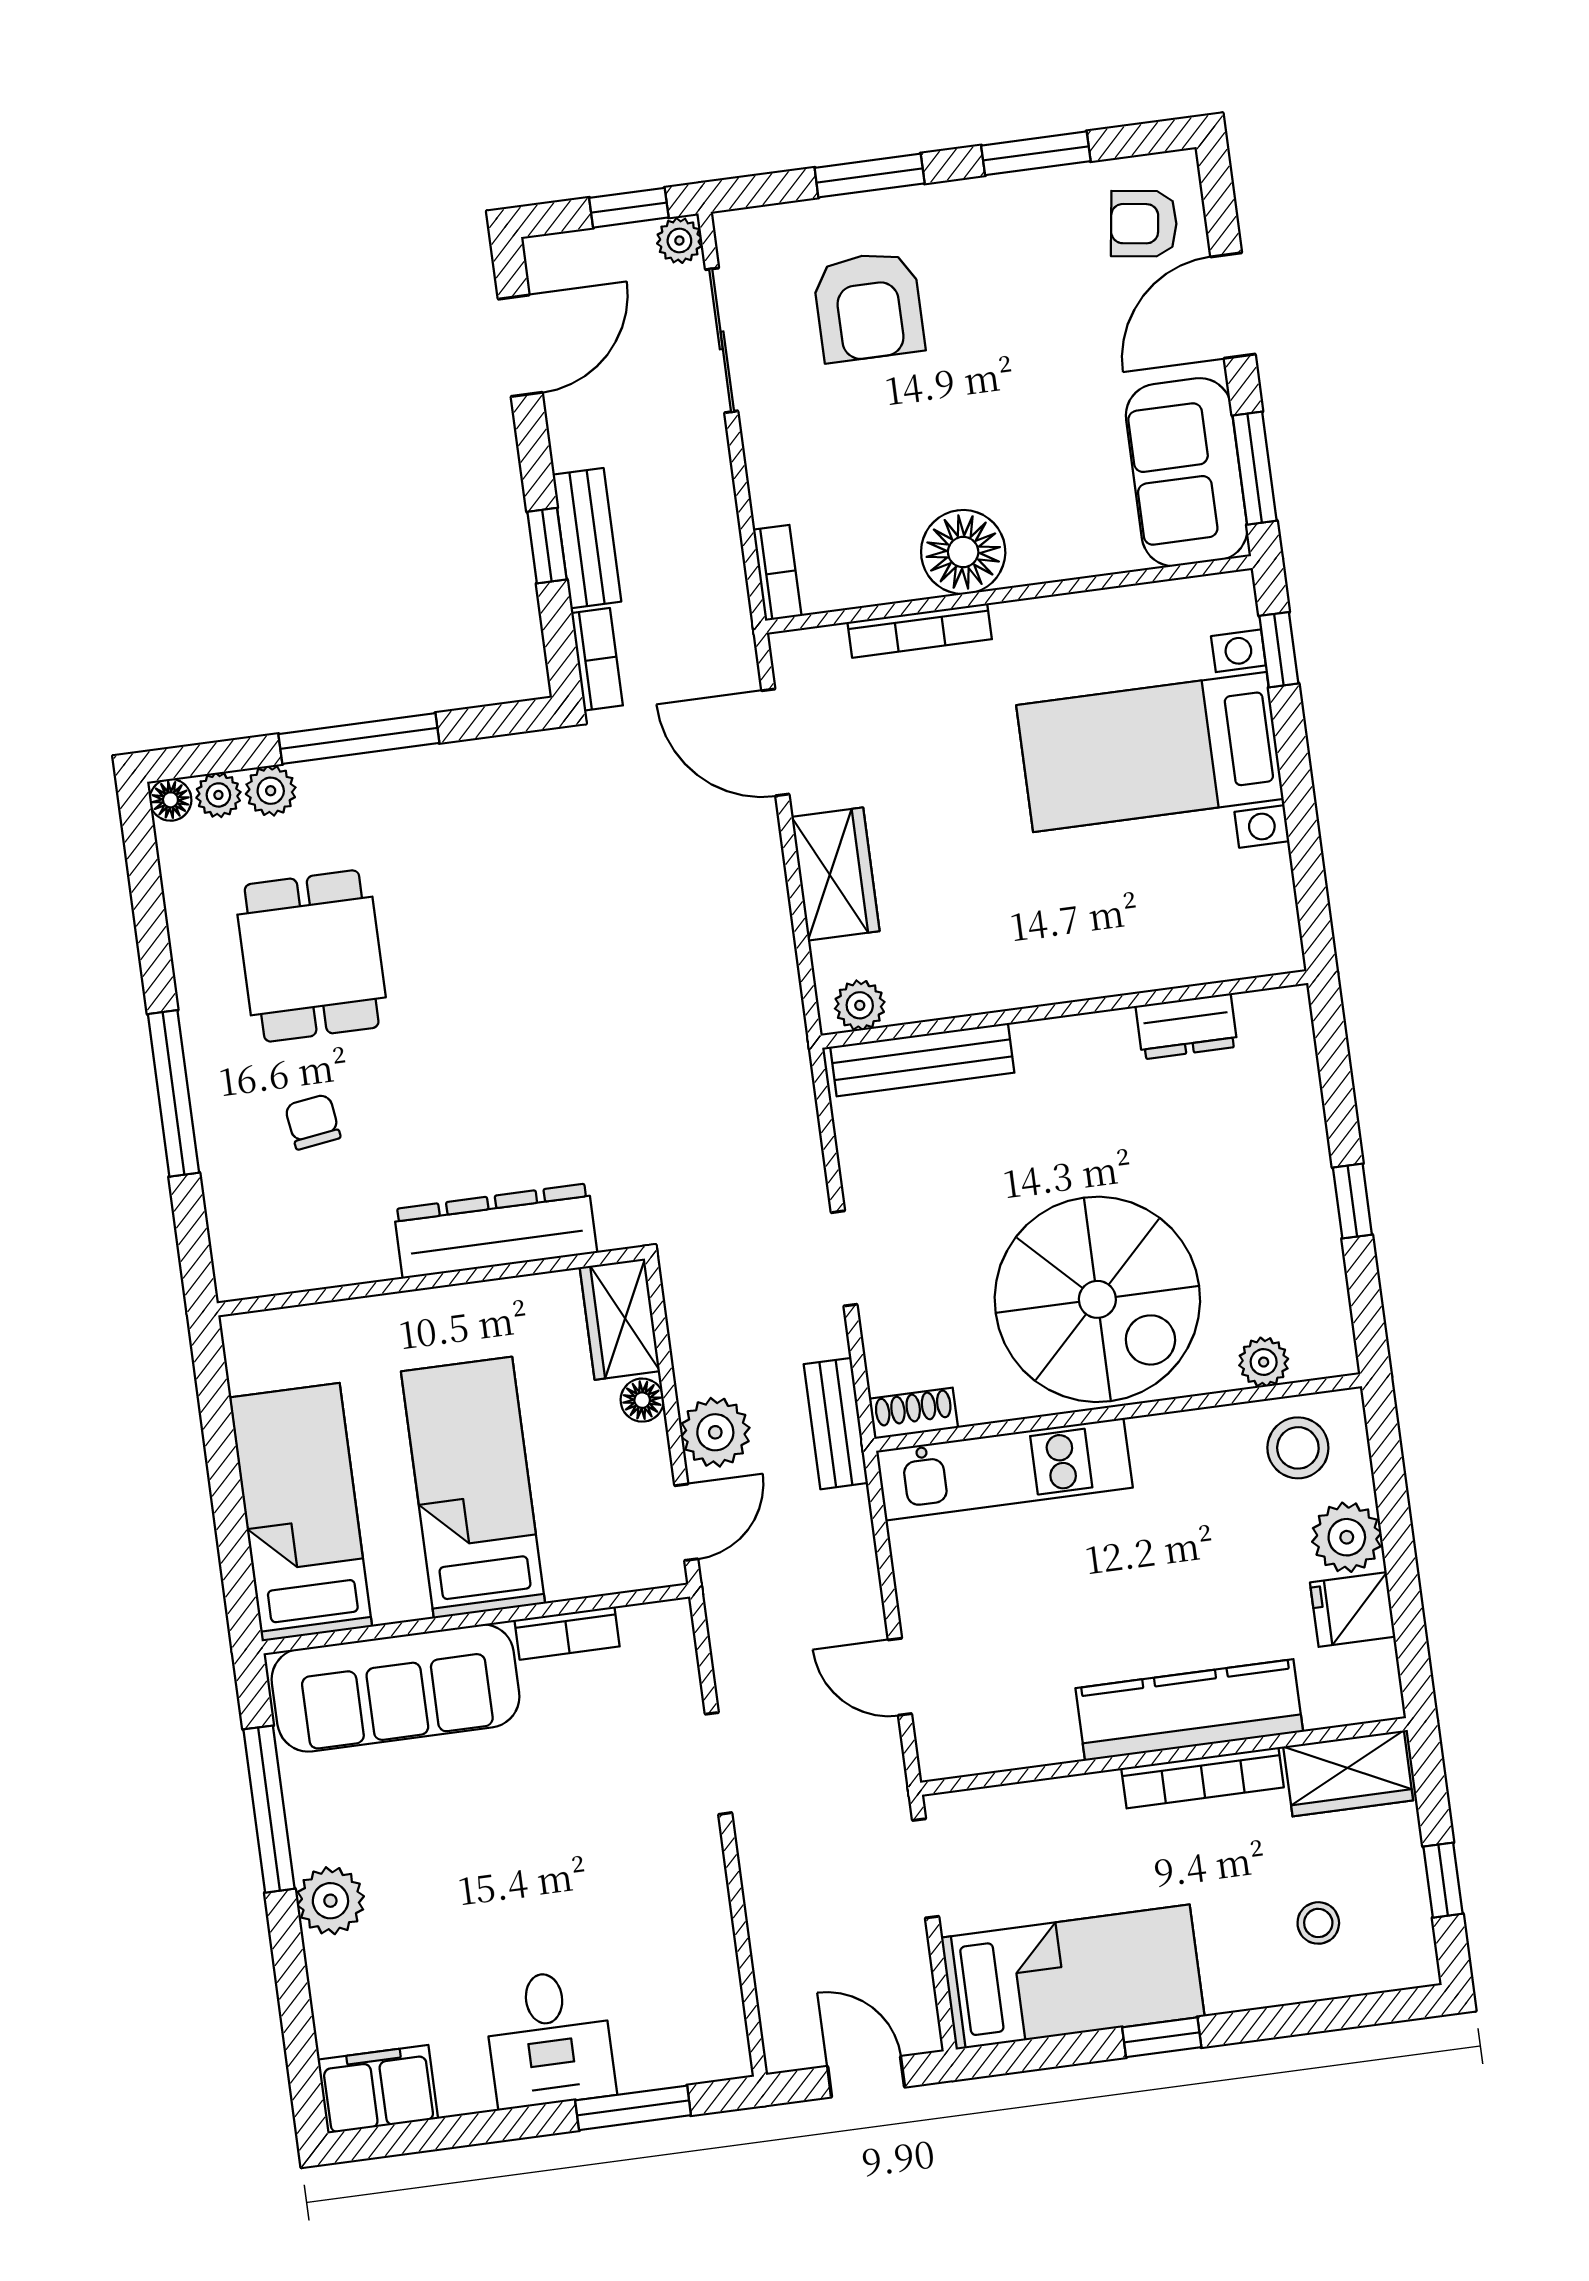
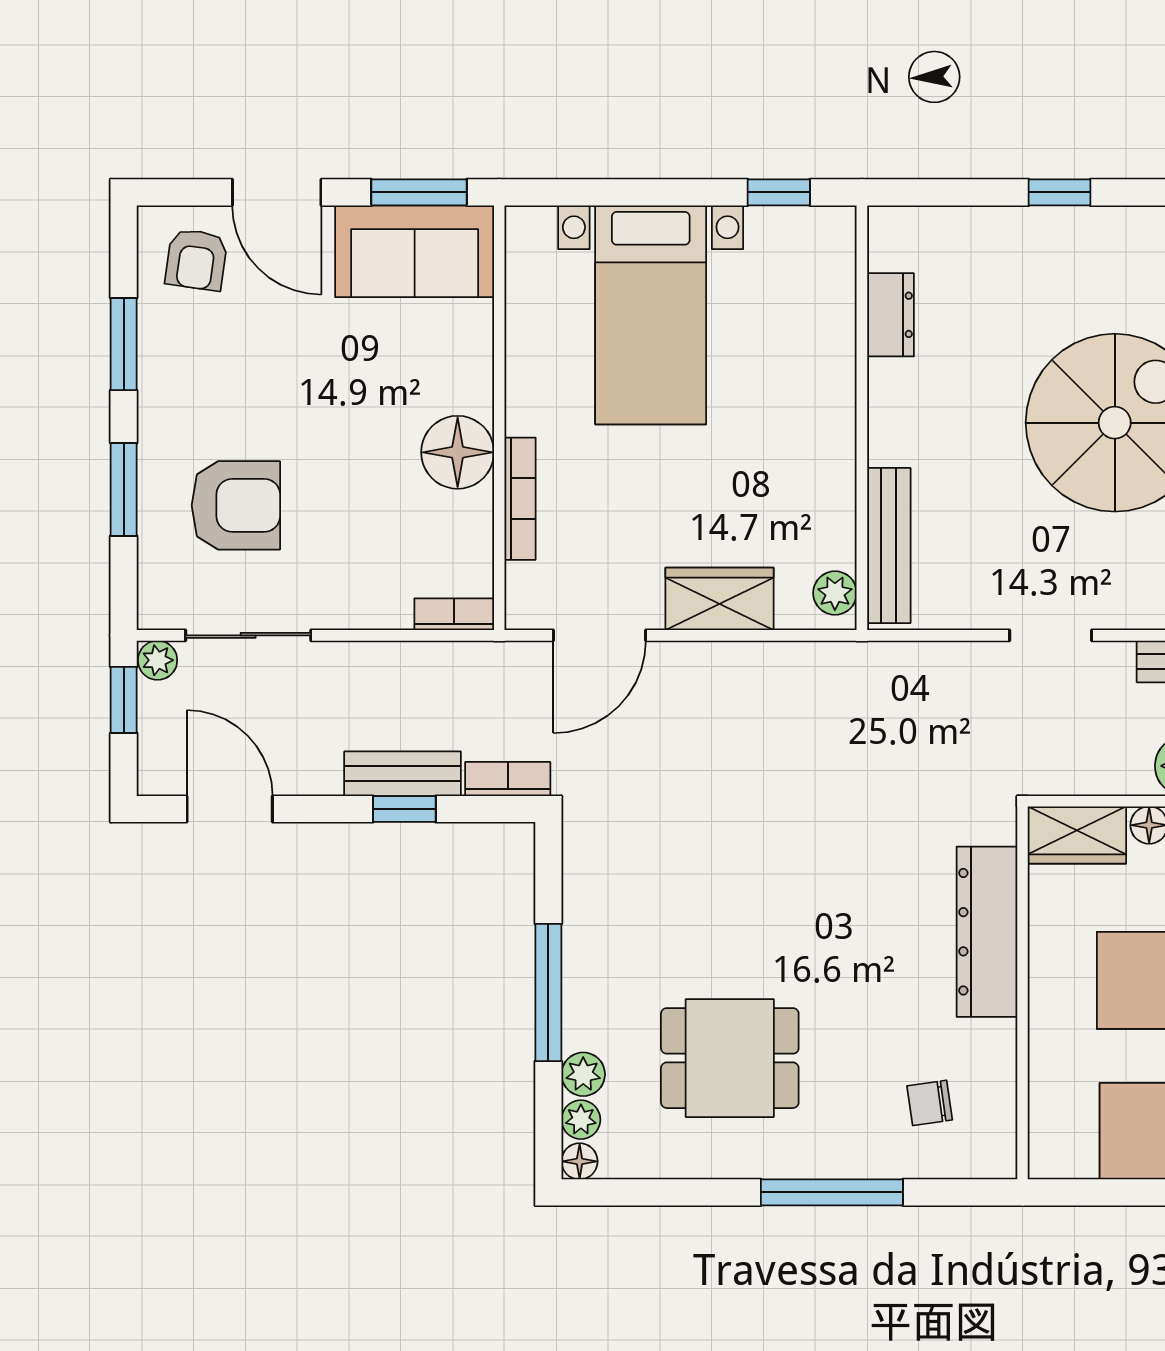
window: (1279, 650) -> (779, 192), moved
chair: (313, 1122) -> (930, 1103), moved

